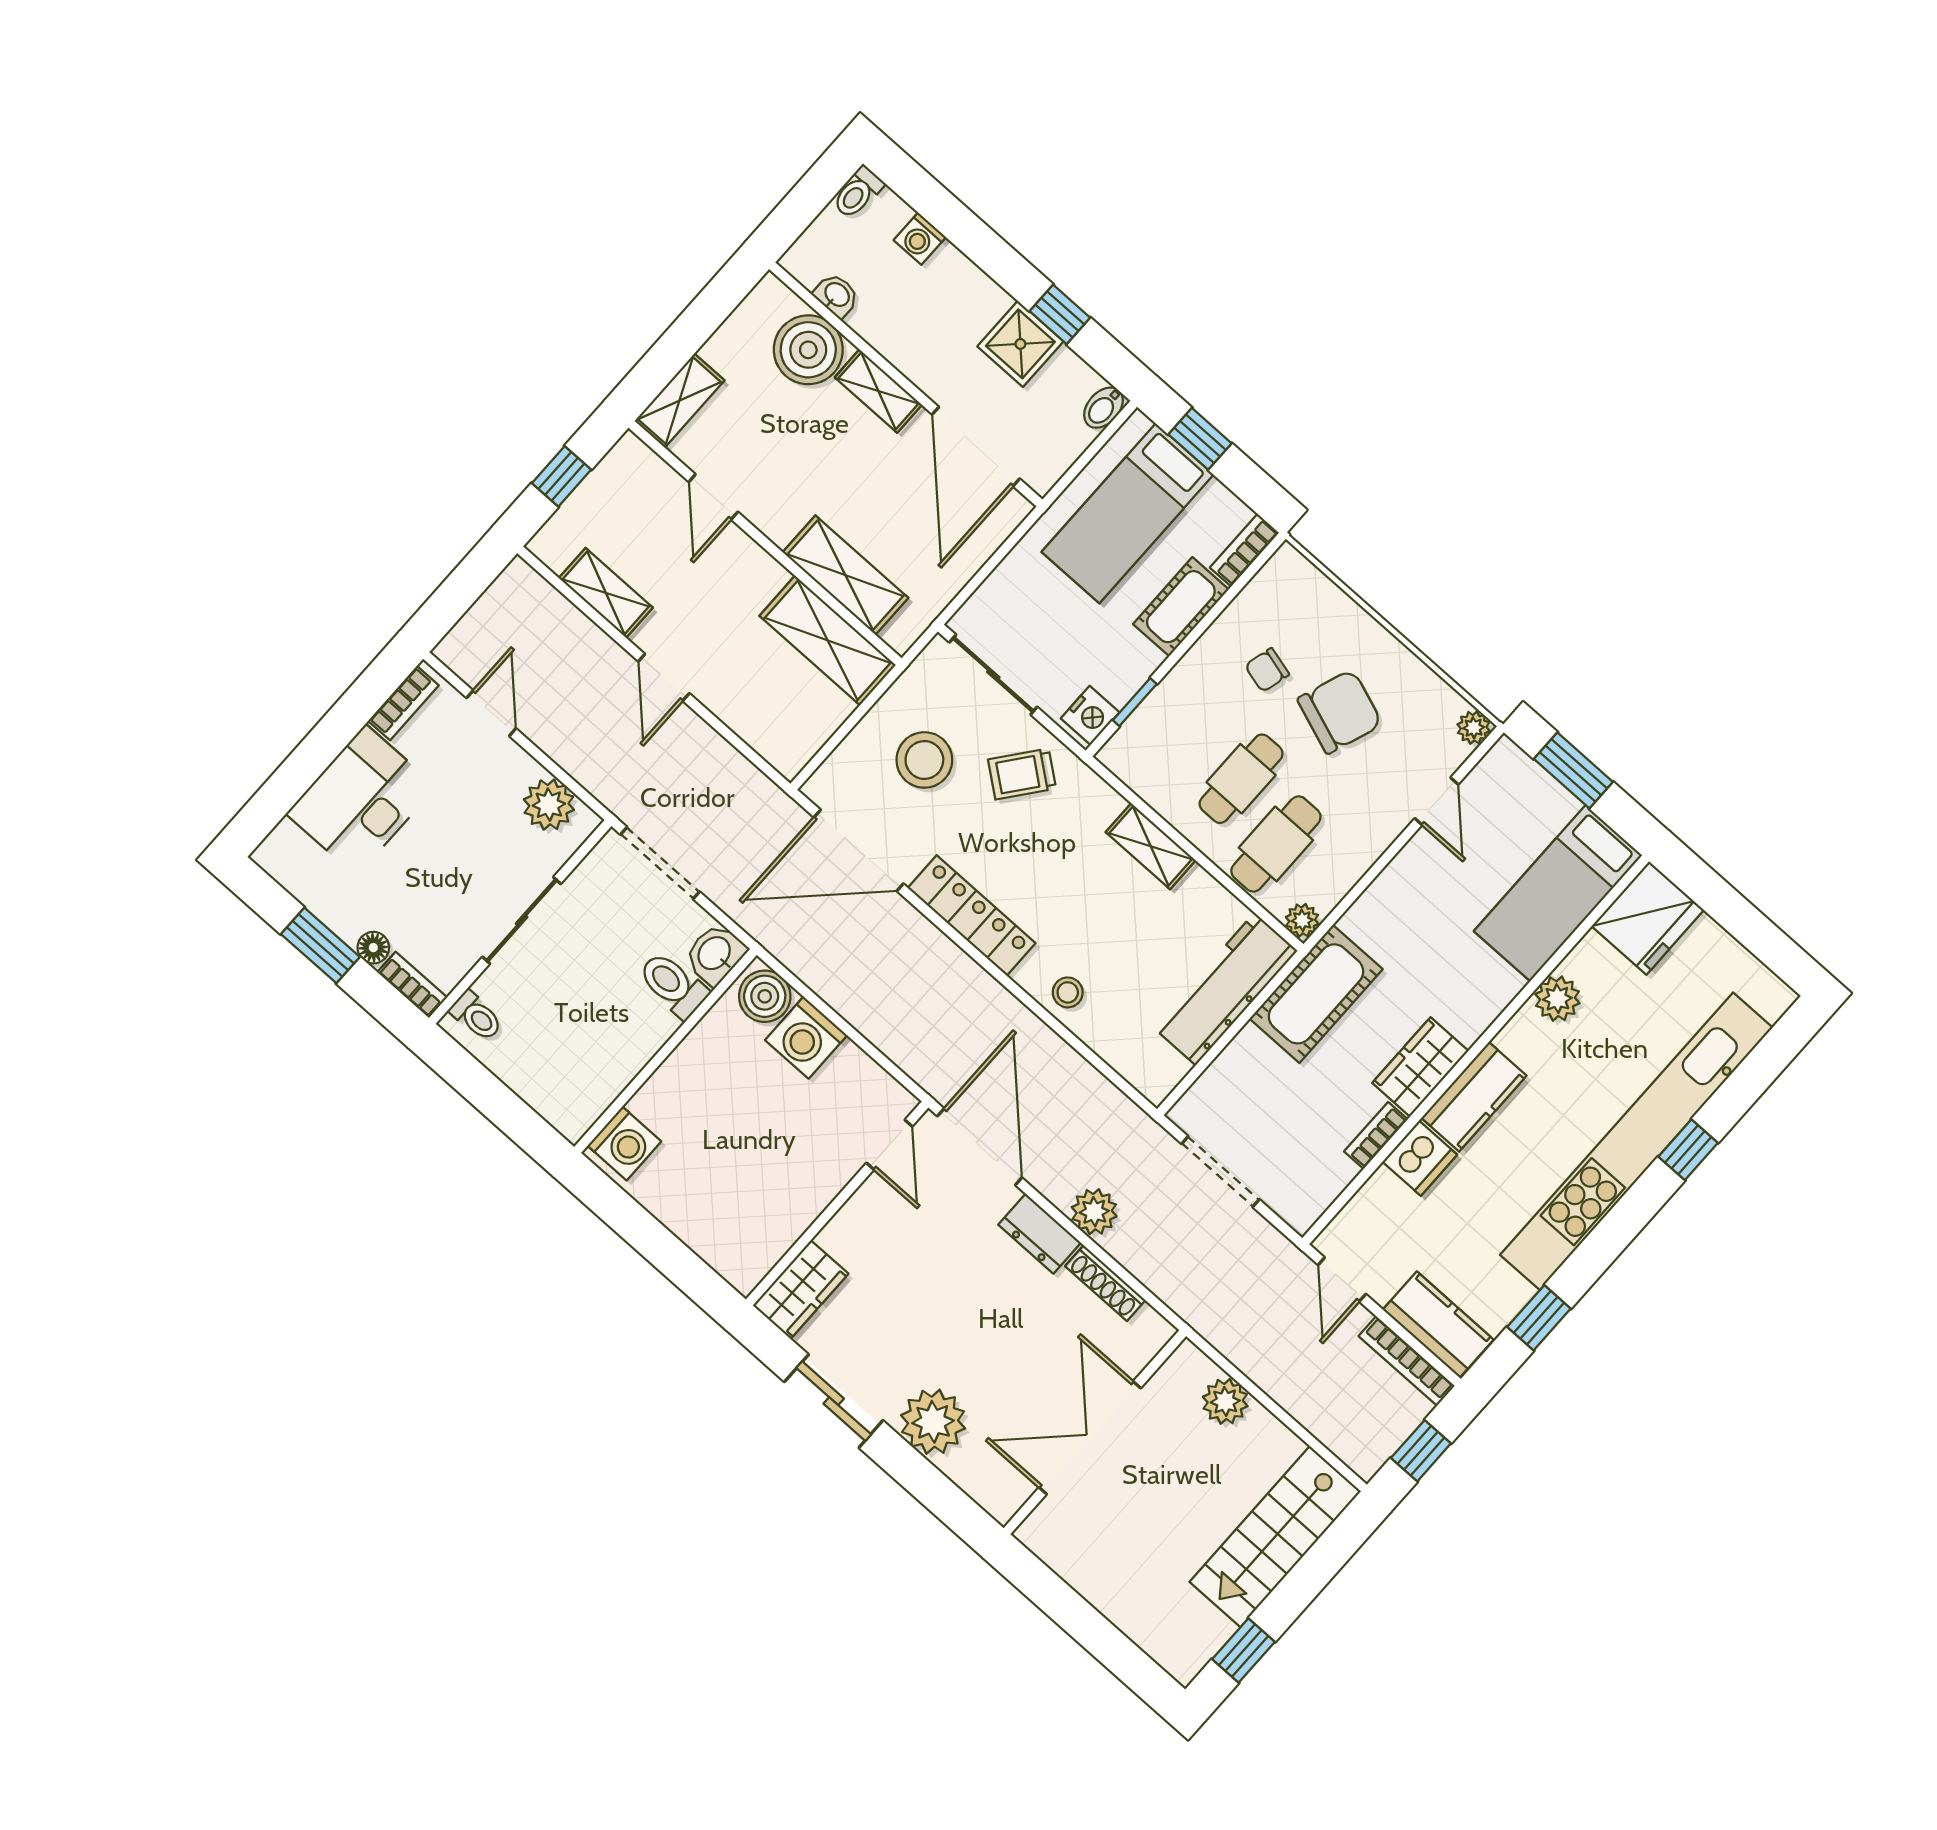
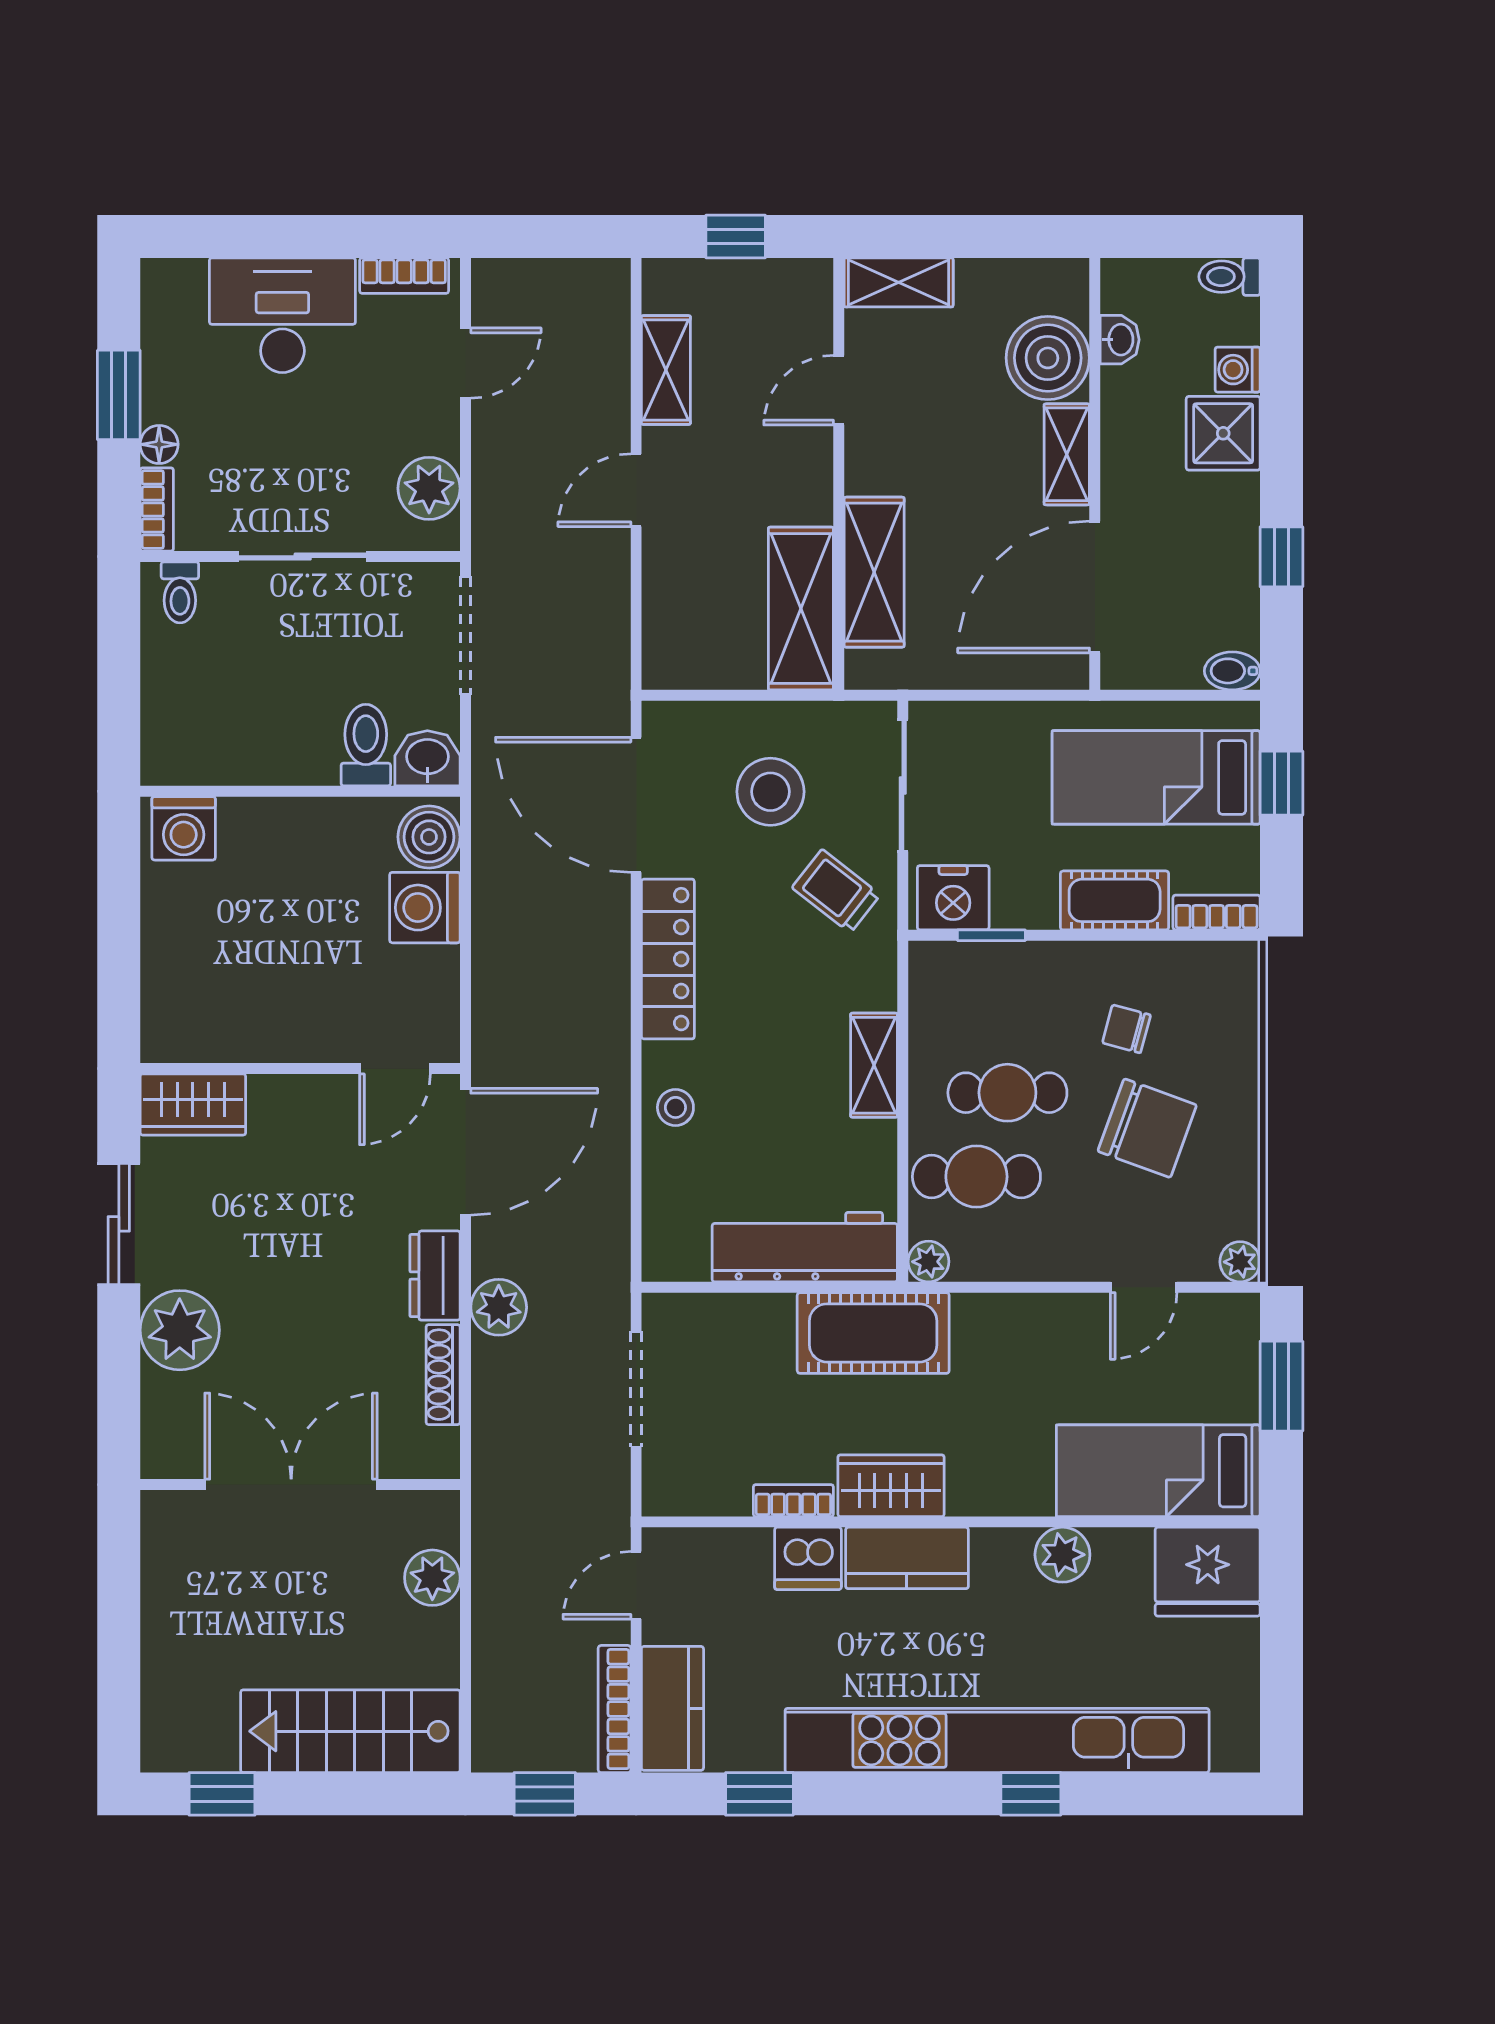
shower: (1020, 344) -> (1223, 433), moved
nightstand: (1090, 715) -> (953, 898), width x1.36, depth x1.33

